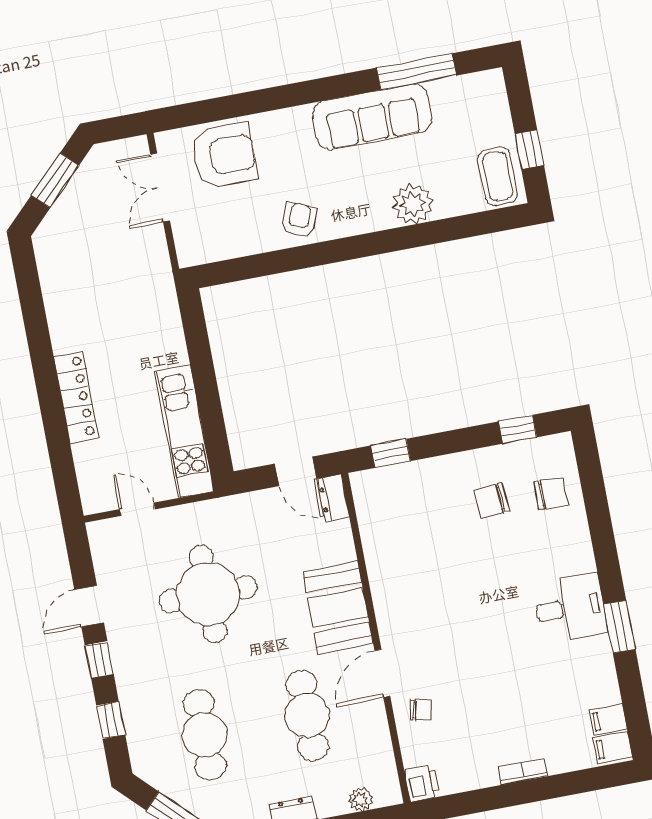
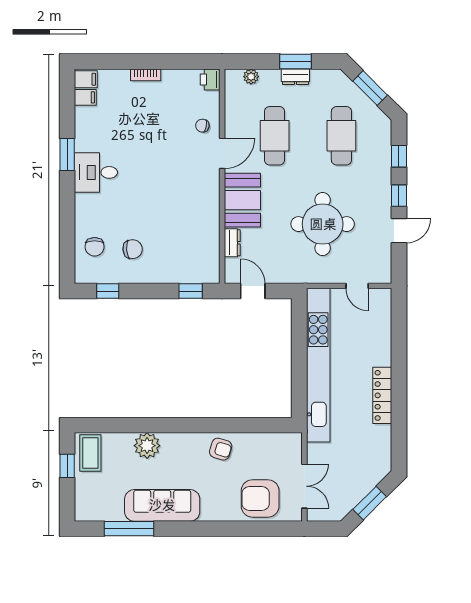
armchair: (299, 220) -> (221, 449), turned -95
locker: (76, 397) -> (382, 395), moved
kitchen unit: (184, 431) -> (318, 365), width x1.86
chair: (551, 493) -> (95, 247), turned -90
dresser: (333, 498) -> (232, 243), moved

